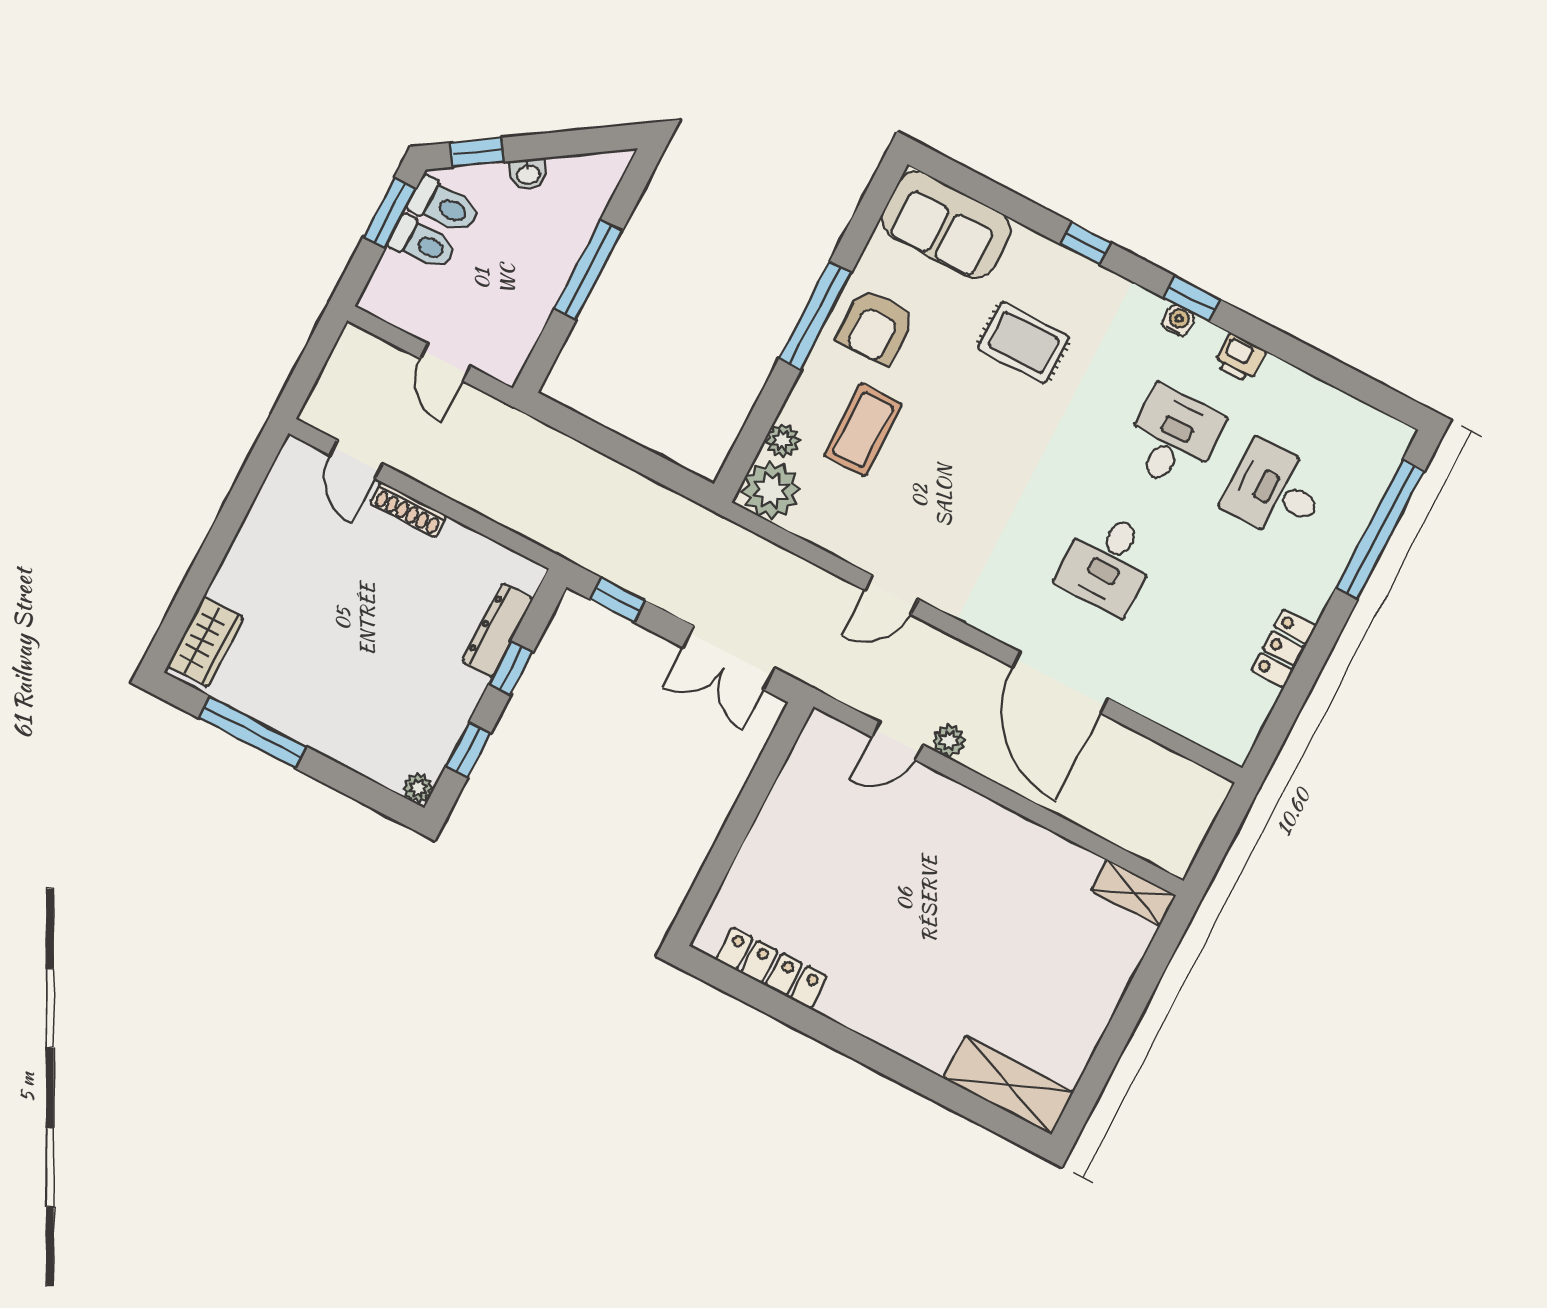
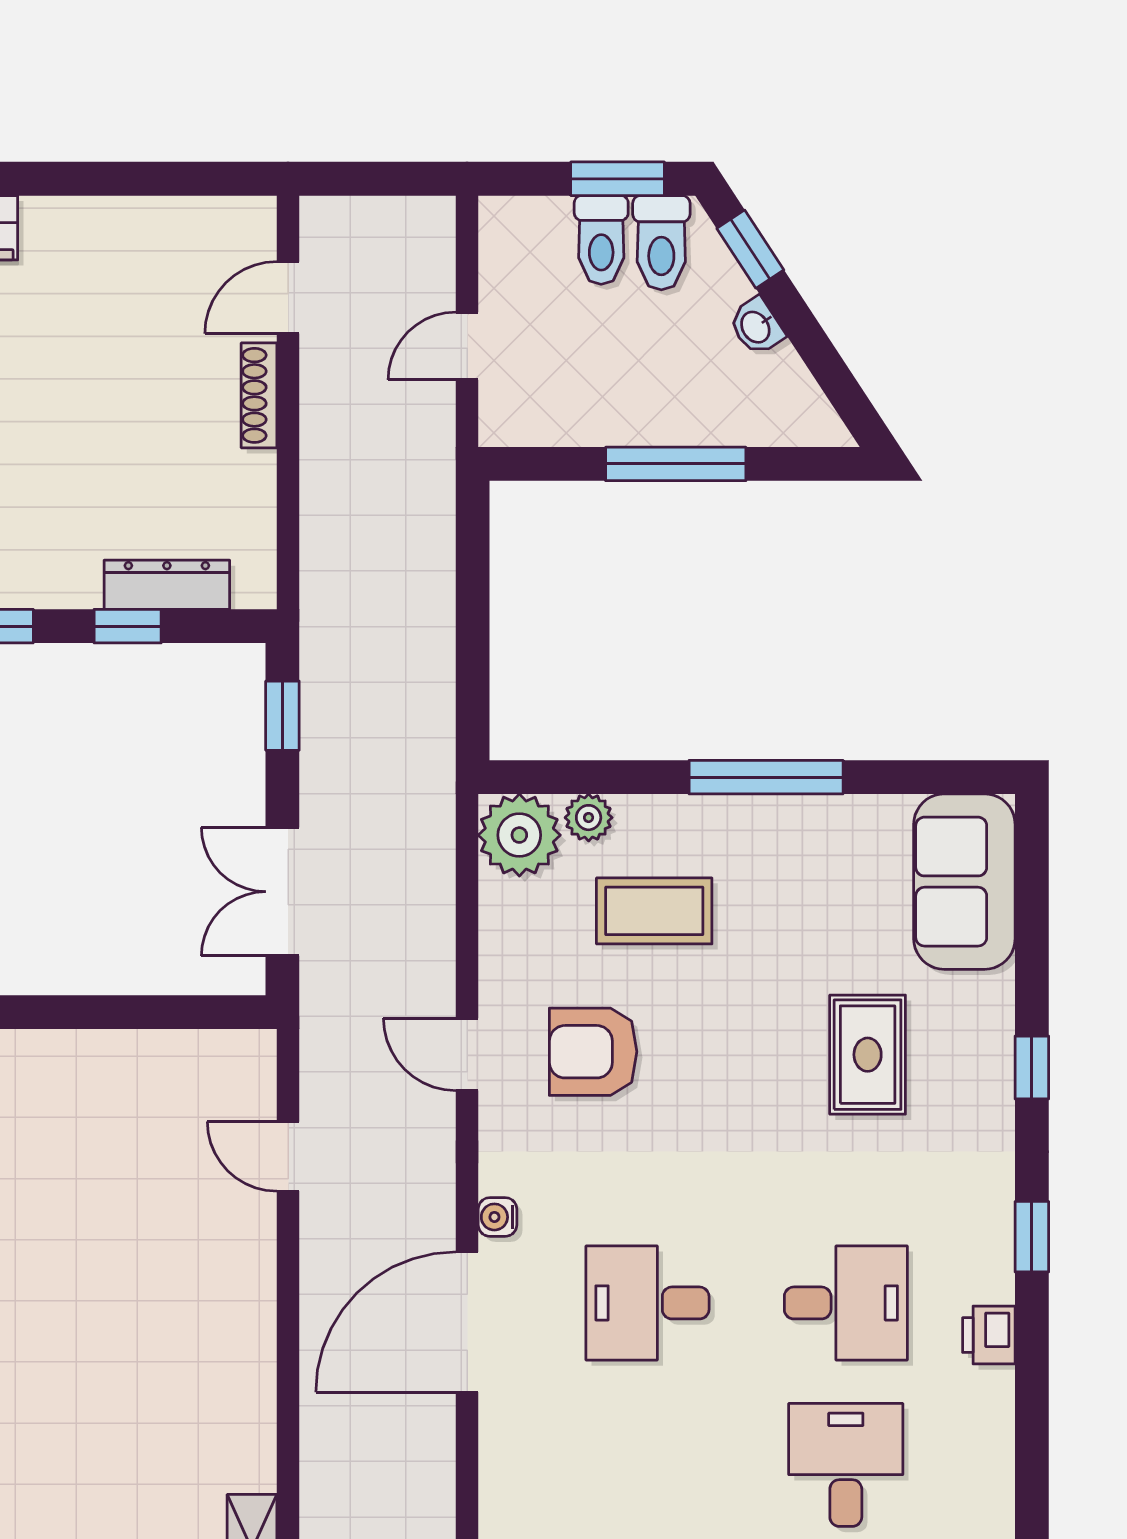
water cooler: (1178, 320) -> (497, 1217), moved, turned 180
armchair: (876, 327) -> (593, 1052), moved
plant: (949, 740) -> (322, 1220), removed

